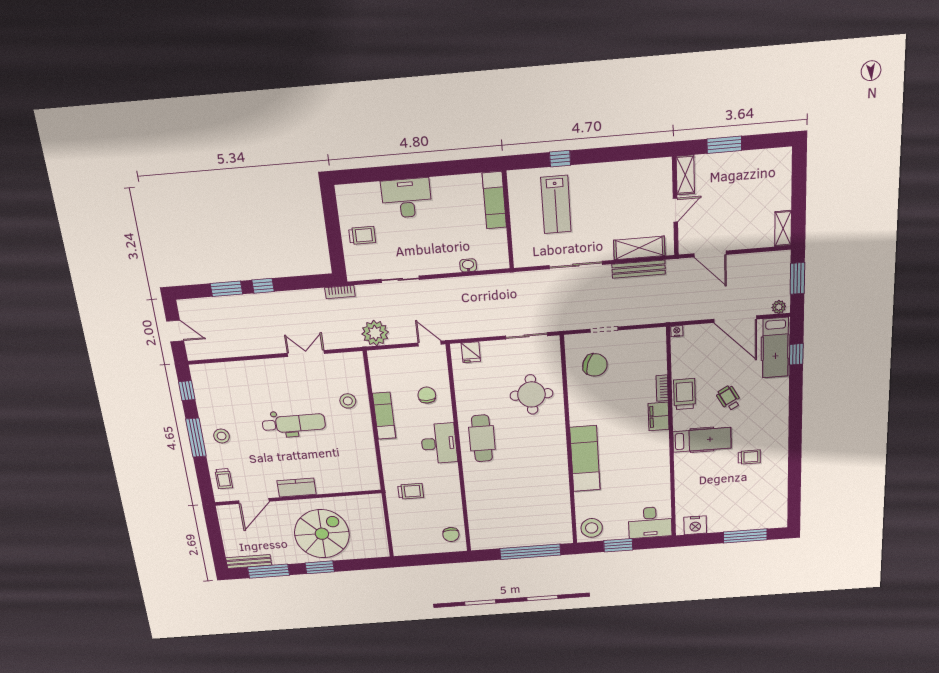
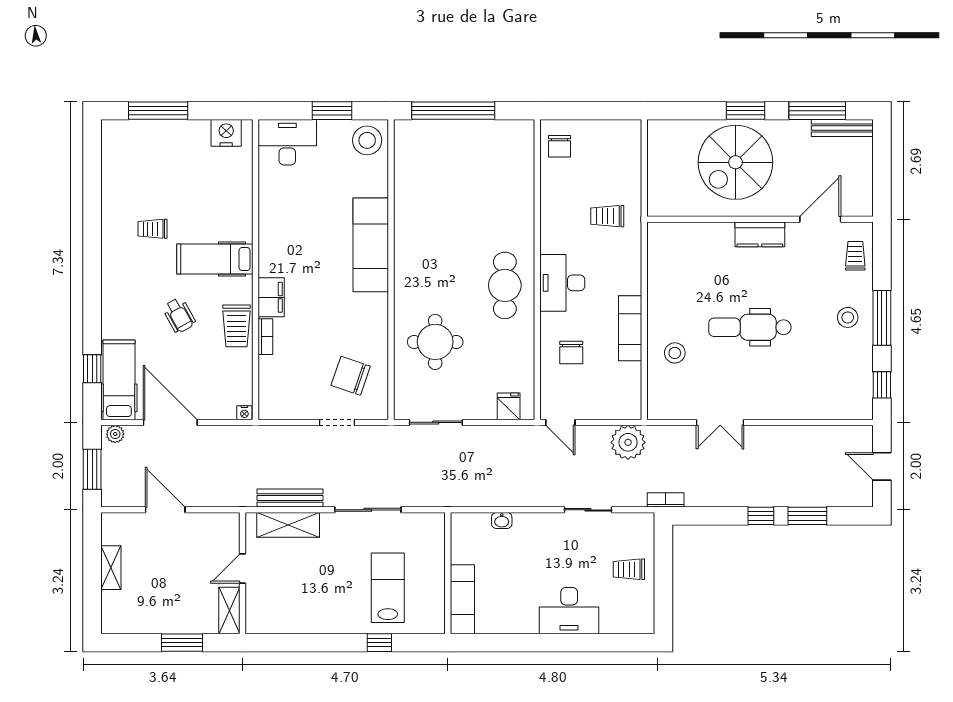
shelving: (783, 229) -> (111, 568), moved
door: (710, 254) -> (165, 510), moved
chair: (451, 535) -> (560, 146), turned 180

